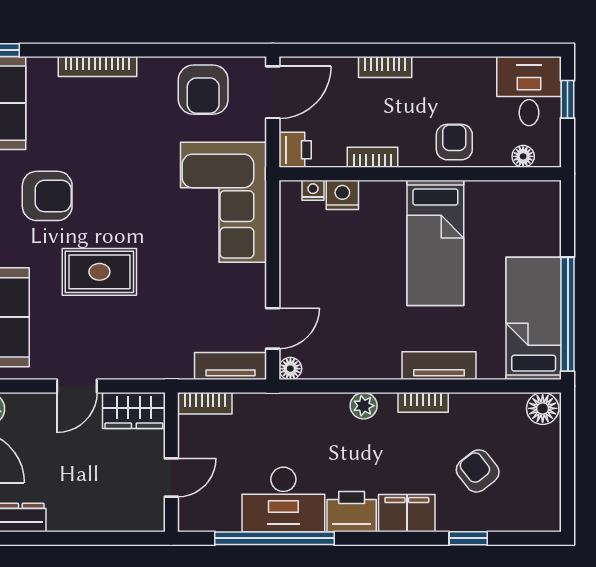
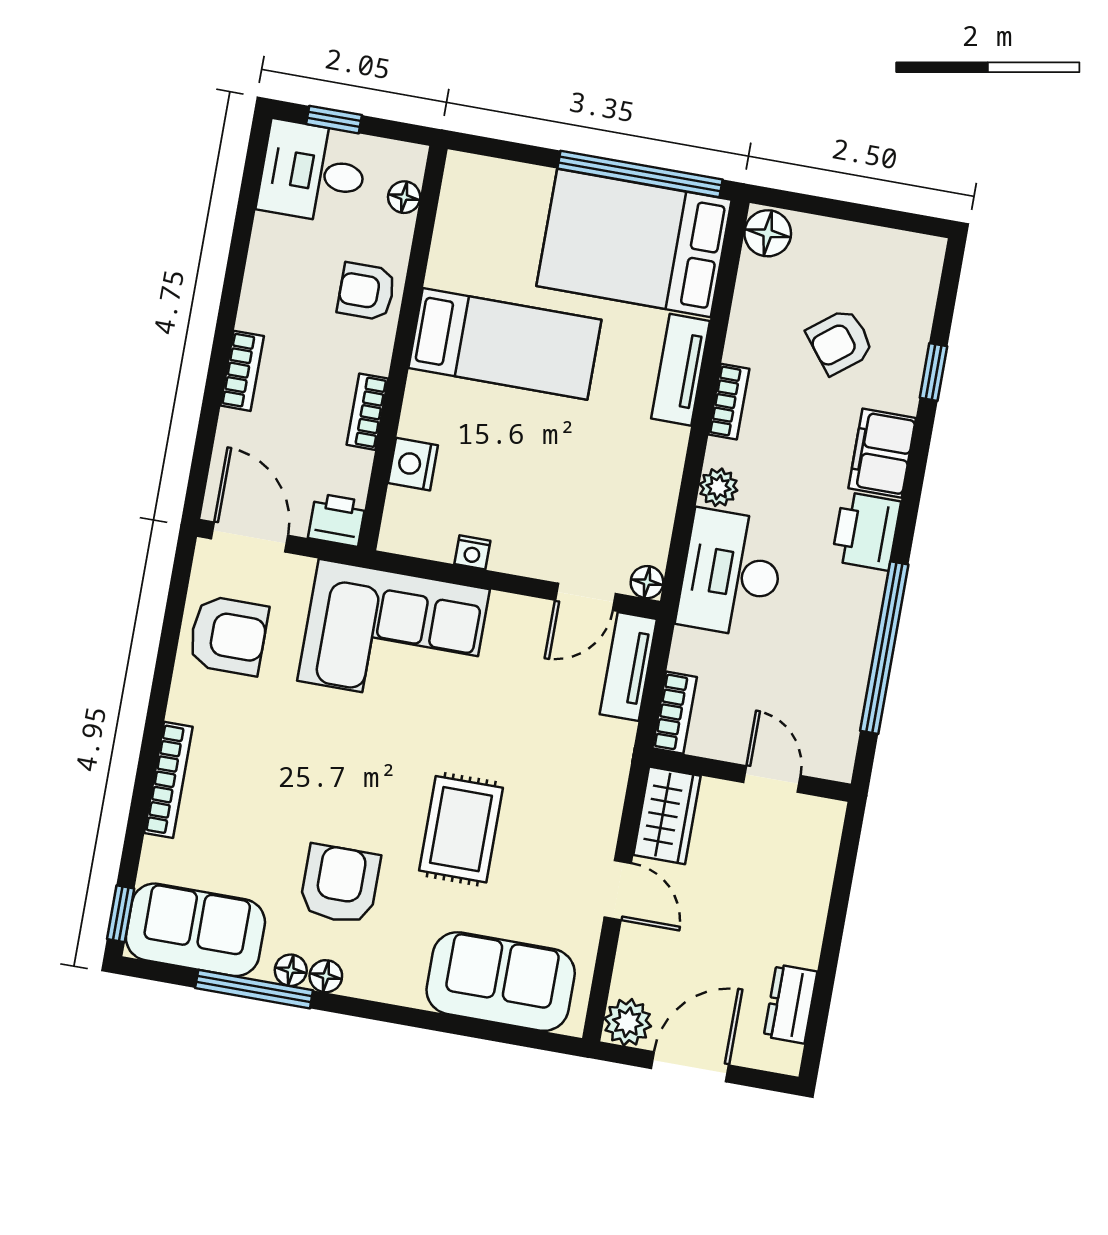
nightstand: (313, 190) -> (472, 552), moved, turned -90
bed: (534, 318) -> (634, 243), width x1.50
door: (273, 328) -> (585, 597), swing flipped
desk: (283, 499) -> (731, 573), moved, turned 180

